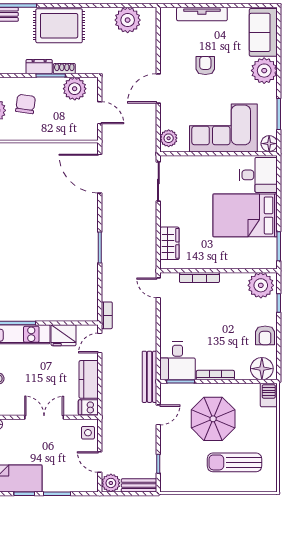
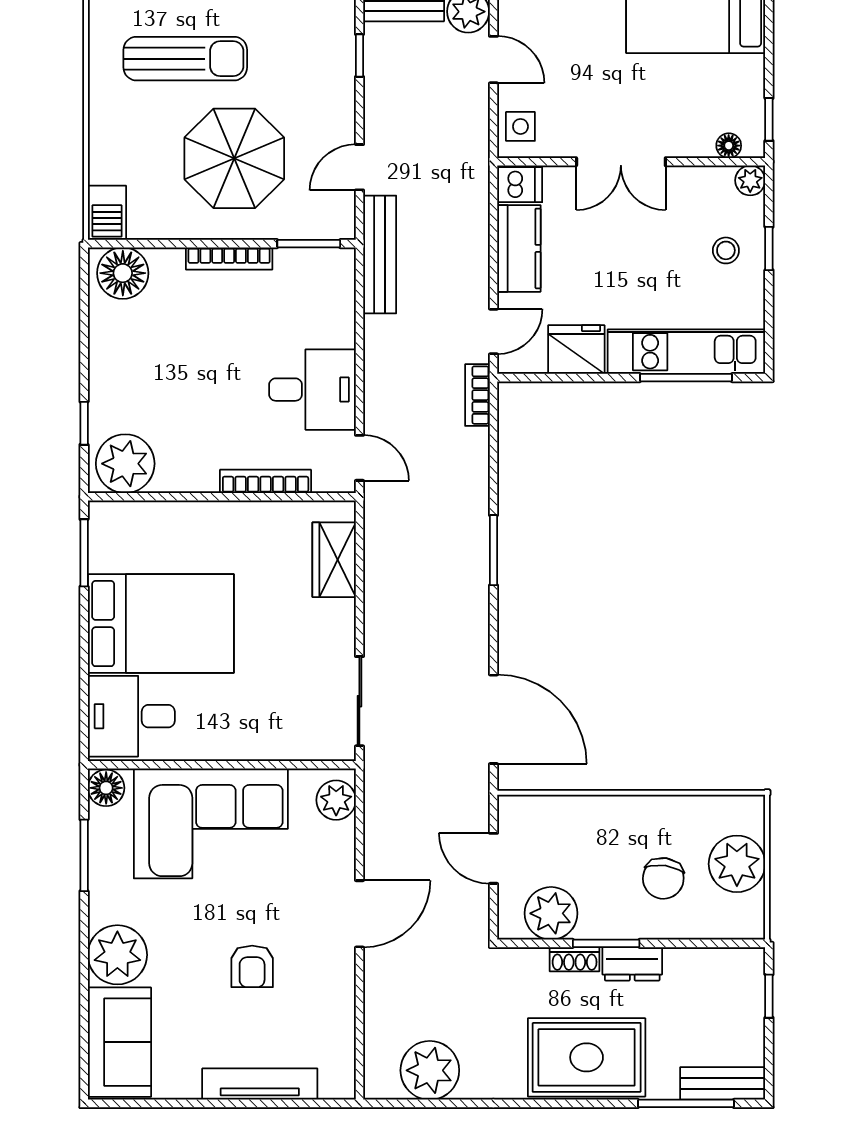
armchair: (265, 335) -> (115, 349), removed
desk: (178, 361) -> (312, 390), moved, turned 90

